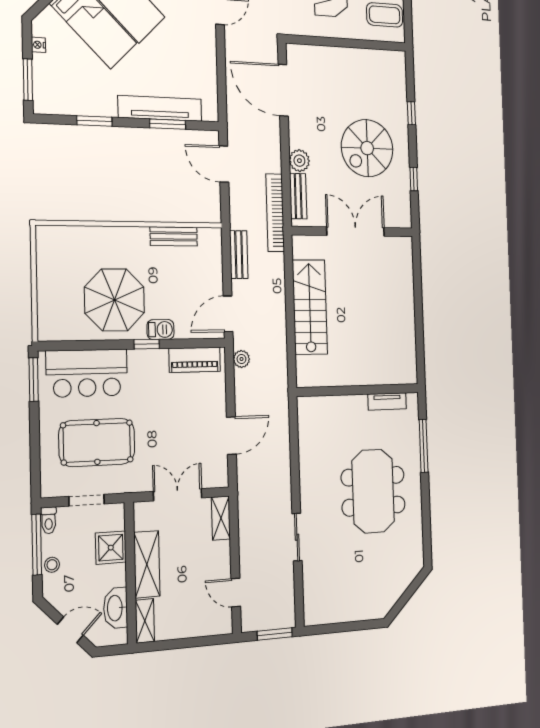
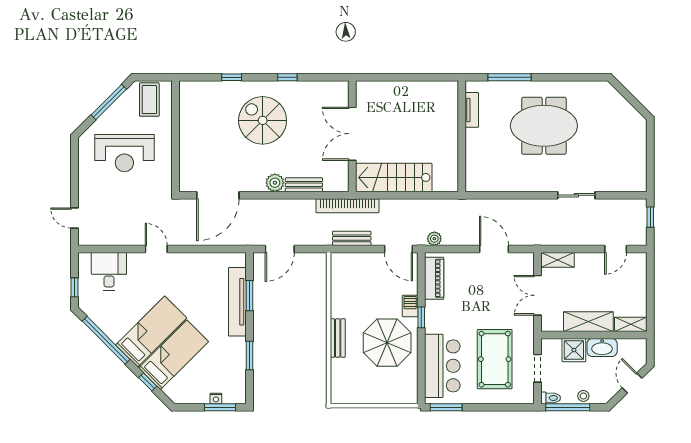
nightstand: (38, 45) -> (216, 399), moved
spiral stairs: (367, 148) -> (263, 120), turned 180
bookcase: (275, 213) -> (348, 206), moved
wall: (353, 231) -> (352, 136), moved
double door: (356, 232) -> (352, 134), moved
bench: (174, 236) -> (338, 338), moved
washbasin: (115, 608) -> (602, 347), moved
window: (275, 634) -> (650, 217), width x0.67

